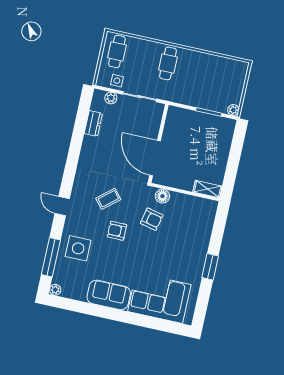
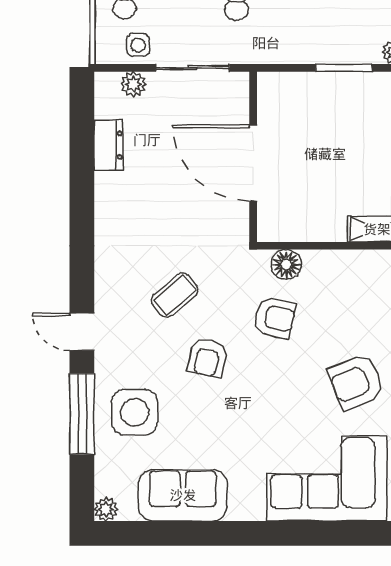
door: (155, 158) -> (253, 163), moved
armchair: (117, 231) -> (207, 358), turned -77
window: (51, 257) -> (82, 414), moved
armchair: (183, 257) -> (356, 382), added
sofa: (109, 295) -> (183, 495), moved

